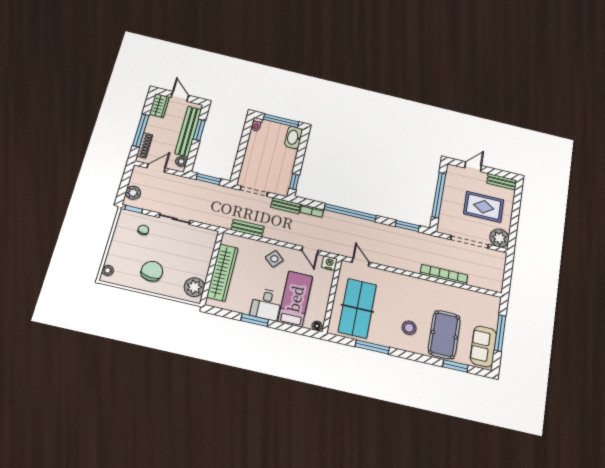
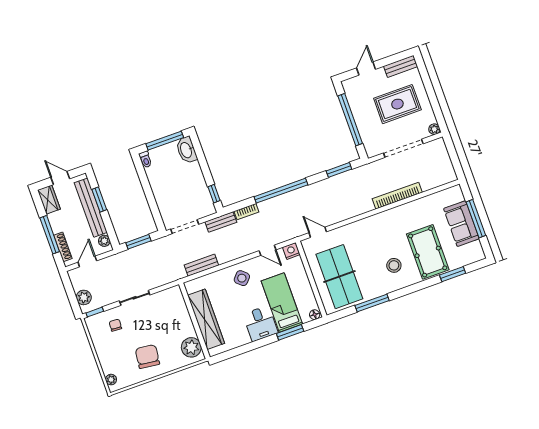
plant: (499, 238) -> (434, 129), width x0.53, depth x0.53
window: (255, 320) -> (290, 332), moved
sofa: (483, 346) -> (461, 224), moved

